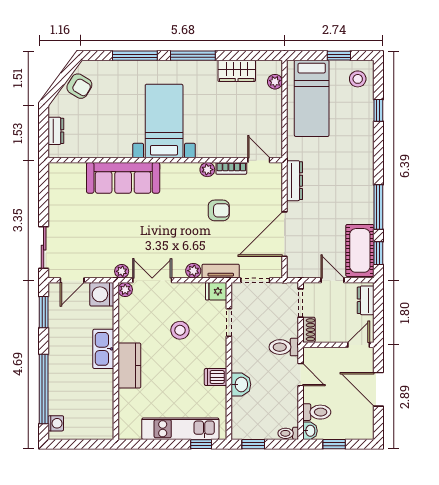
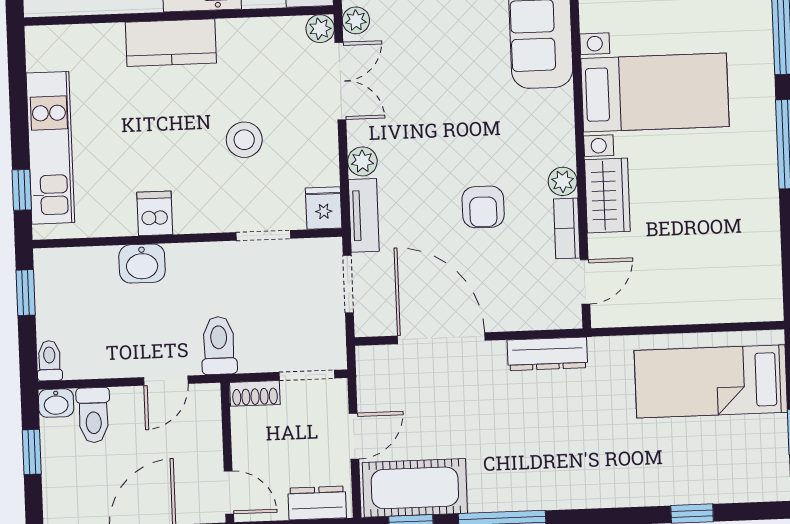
wardrobe: (237, 71) -> (607, 195), moved, turned 180
stool: (358, 79) -> (752, 471), removed
plant: (275, 82) -> (741, 308), removed

